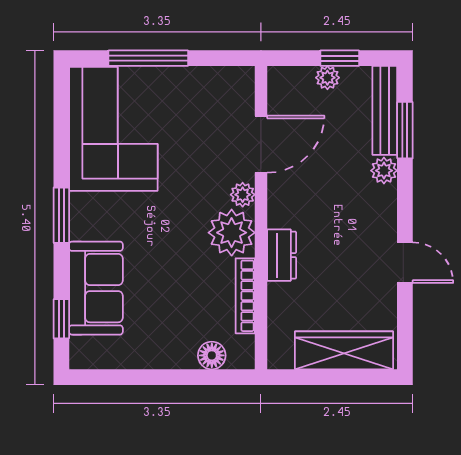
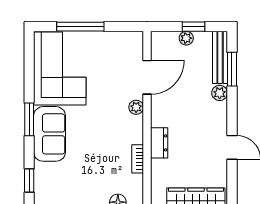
plant: (232, 233) -> (130, 130), removed
sofa: (96, 288) -> (50, 134), moved
bookcase: (245, 296) -> (138, 159), width x0.64

